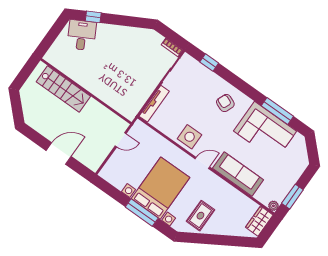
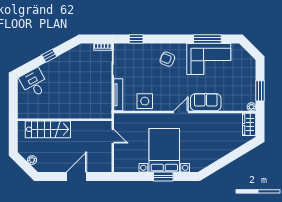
window: (93, 17) -> (49, 56), moved
plant: (27, 108) -> (32, 160), added
side table: (190, 137) -> (145, 101), moved
door: (121, 140) -> (113, 136), hinge flipped
sofa: (238, 174) -> (206, 102), width x0.73
window: (142, 213) -> (163, 176), width x0.69
rug: (200, 216) -> (206, 150), removed

